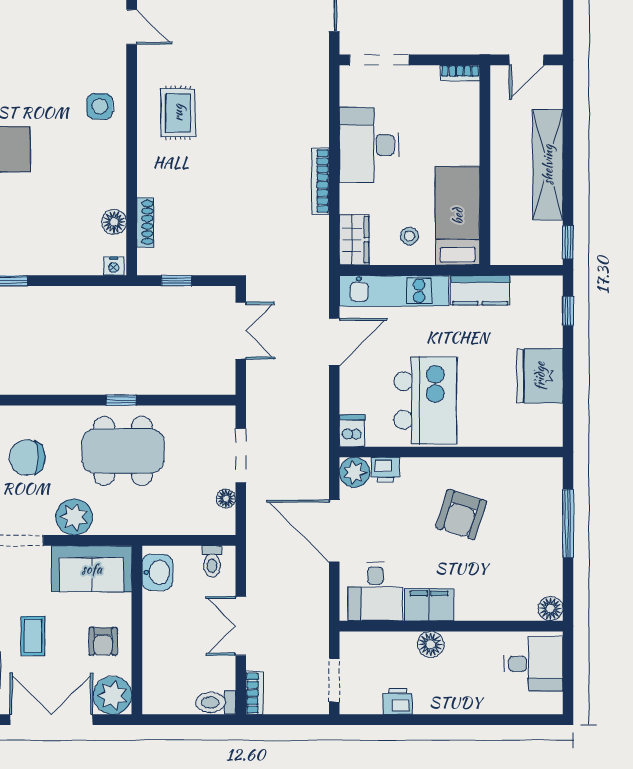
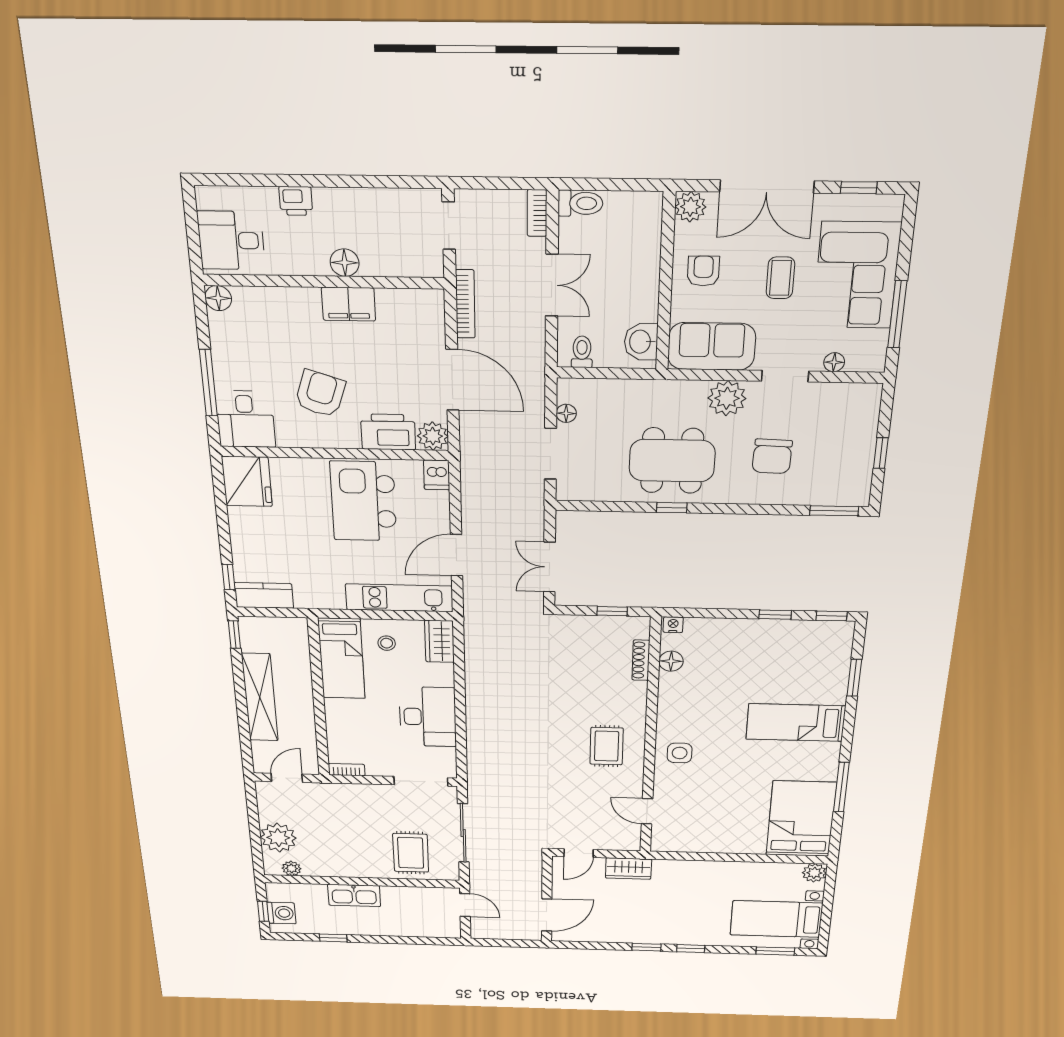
bookcase: (321, 181) -> (465, 304), moved
kitchen counter: (480, 290) -> (264, 595), moved
fridge: (540, 376) -> (247, 481), moved
chair: (27, 457) -> (772, 456), turned 92
printer: (386, 470) -> (388, 432), width x1.87, depth x1.48
desk: (375, 592) -> (245, 419), moved, turned 180
plant: (113, 695) -> (690, 207), width x0.73, depth x0.73
printer: (398, 701) -> (296, 201), moved

